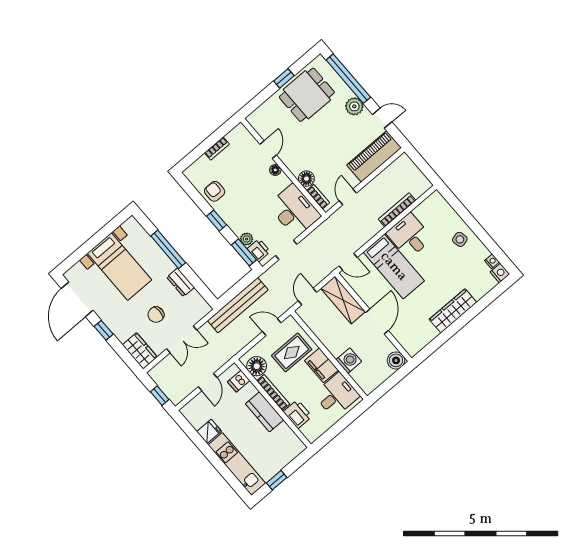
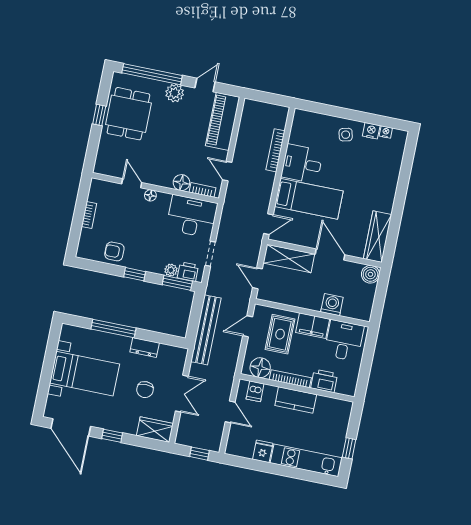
nightstand: (500, 273) -> (371, 131), moved
wardrobe: (453, 311) -> (378, 237), moved

